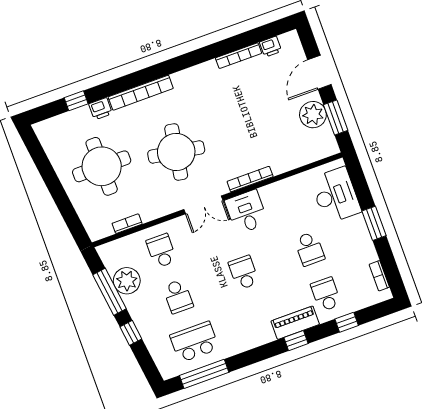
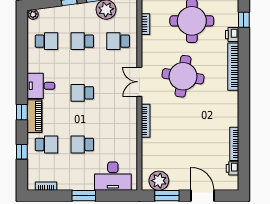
plant: (313, 115) -> (159, 181), moved
desk: (246, 212) -> (41, 86), moved, turned 180
school desk: (161, 251) -> (118, 41), turned 180
school desk: (244, 273) -> (82, 93), turned 180
school desk: (194, 342) -> (46, 41), width x0.54
plant: (167, 371) -> (33, 14), added
window: (204, 374) -> (22, 40), removed

